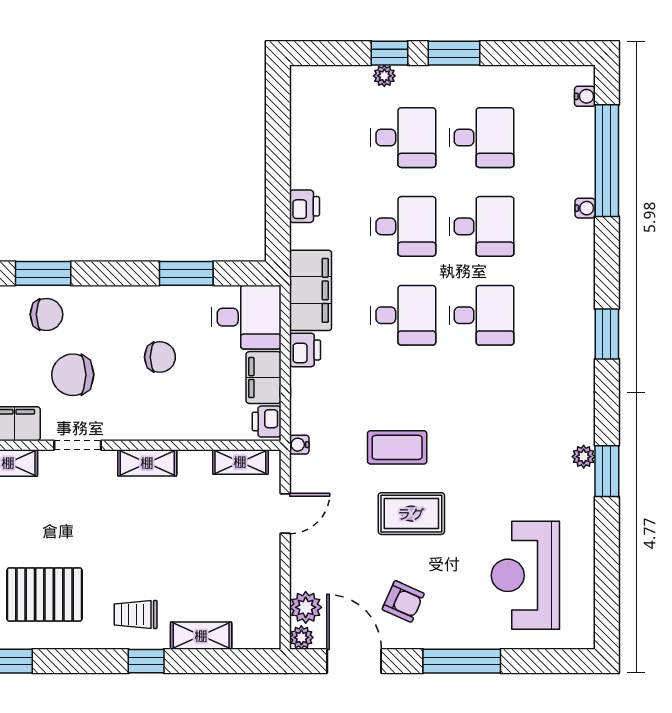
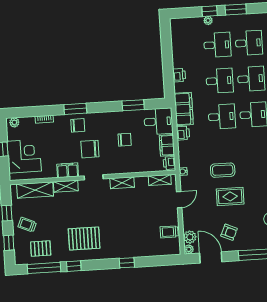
trolley: (136, 615) -> (169, 232), moved
shelving: (201, 636) -> (148, 251), removed

